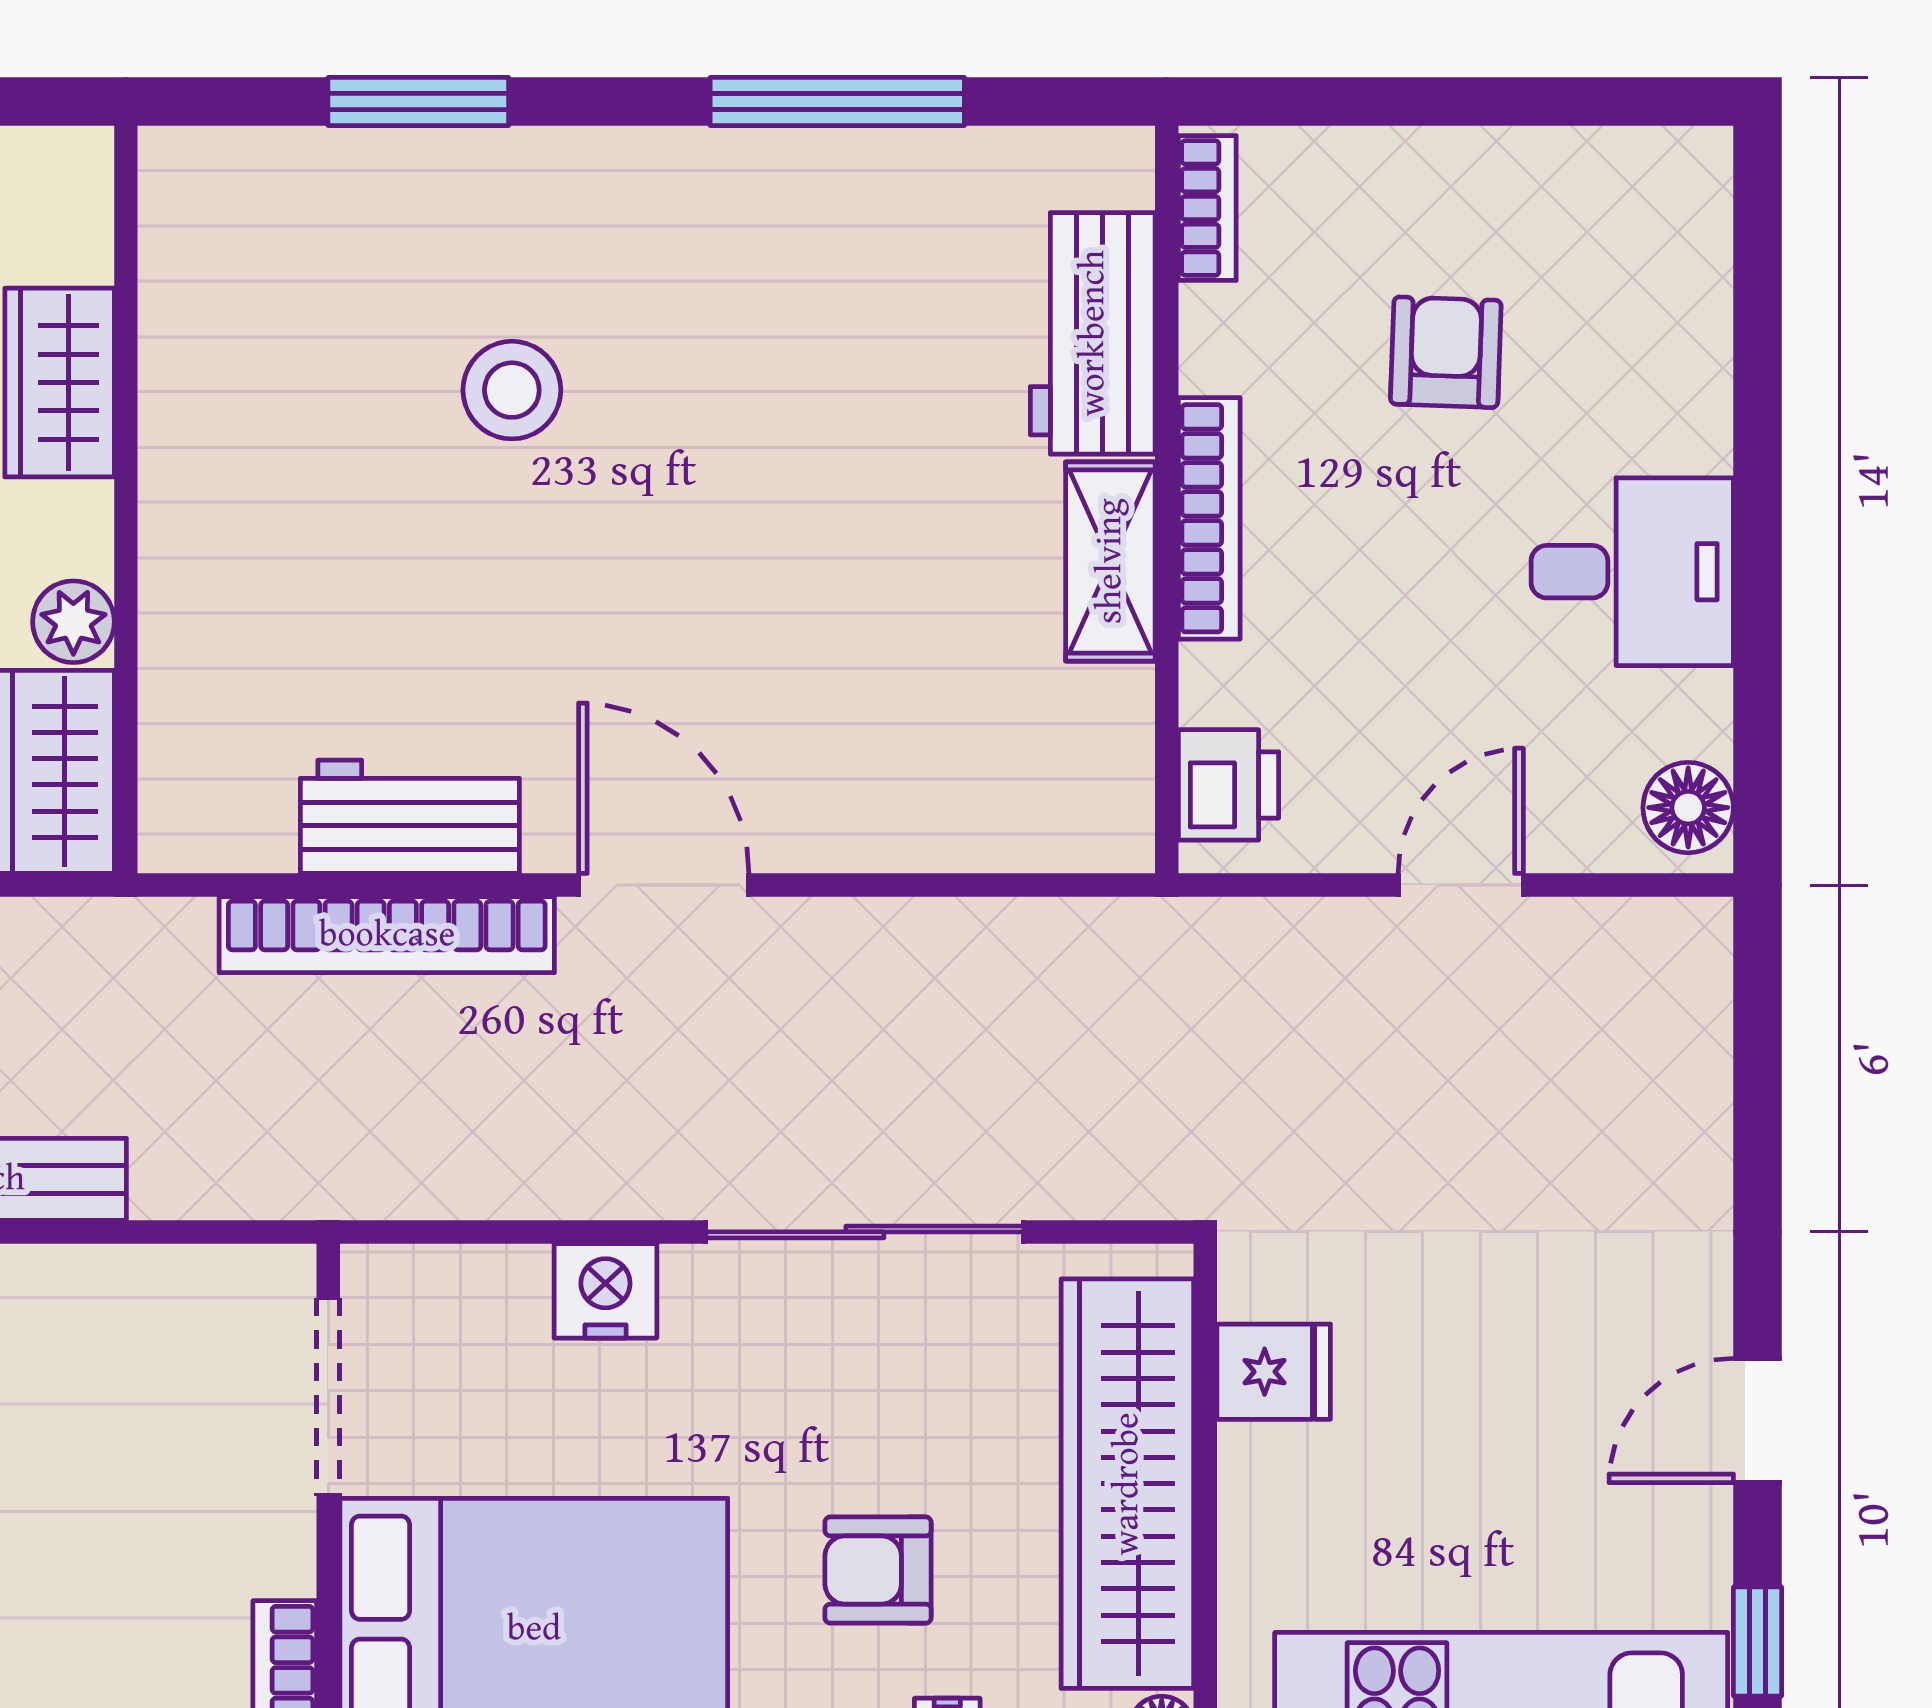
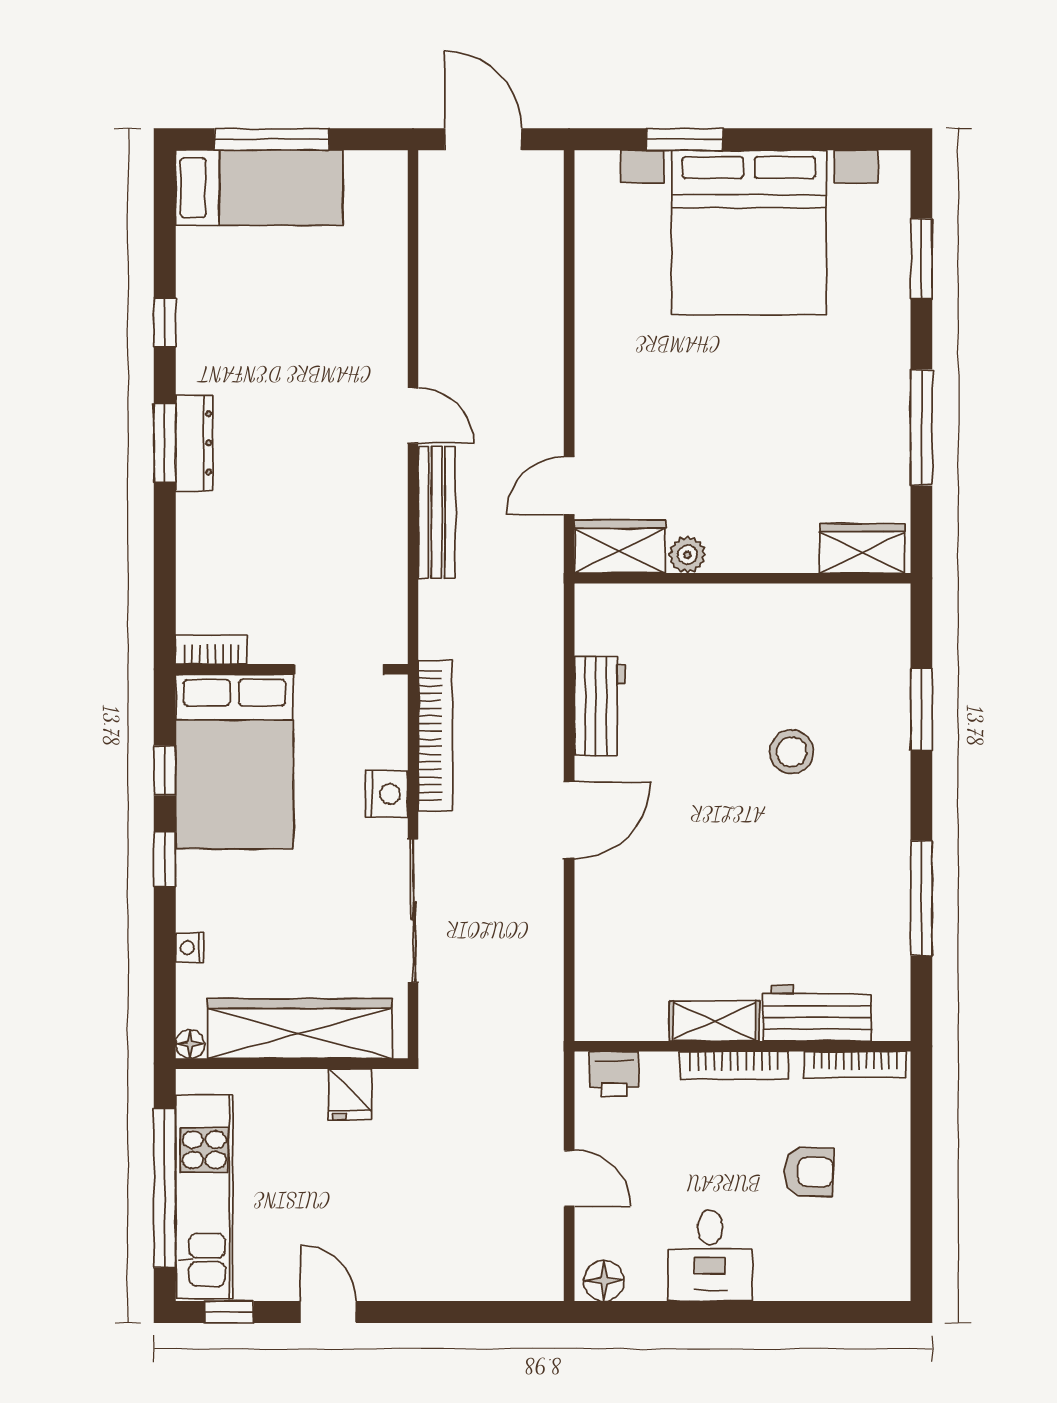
bookcase: (1207, 208) -> (855, 1065), width x1.56
wardrobe: (60, 383) -> (862, 548), moved
bookcase: (387, 935) -> (435, 735), moved, turned 180
armchair: (878, 1570) -> (261, 916), removed

